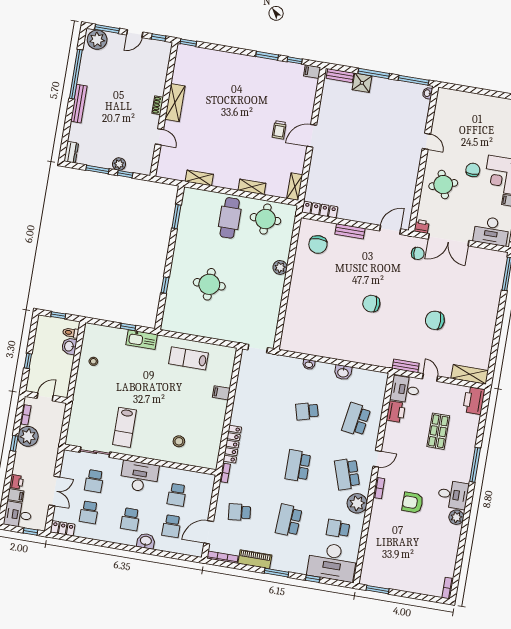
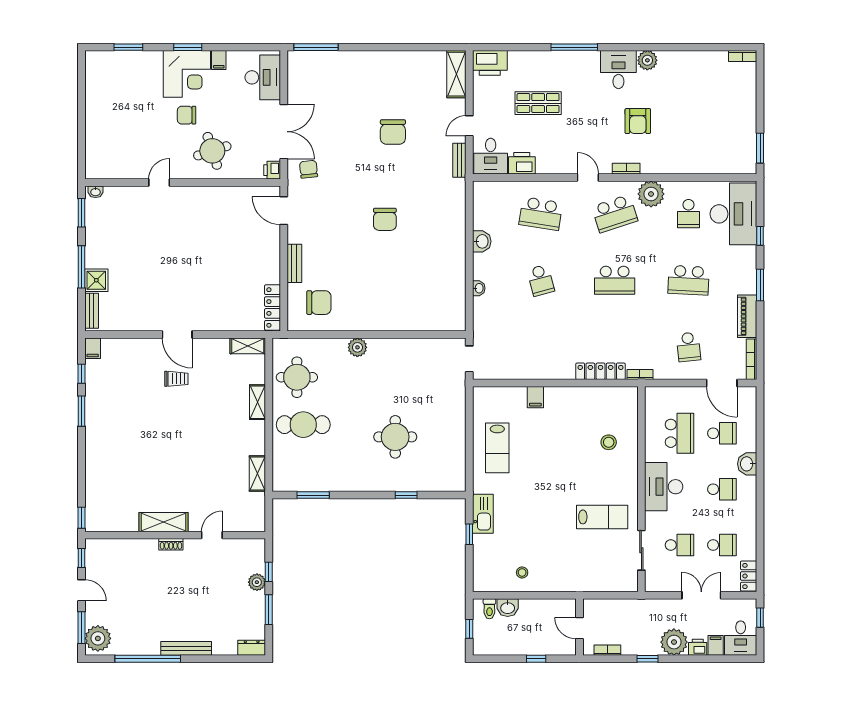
window: (414, 80) -> (82, 213), width x0.69
plant: (28, 436) -> (674, 642), moved
school desk: (177, 495) -> (680, 433), width x1.85

